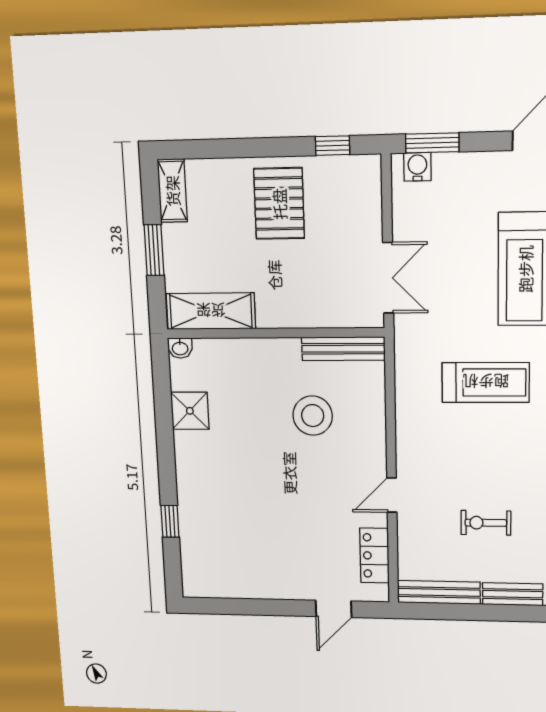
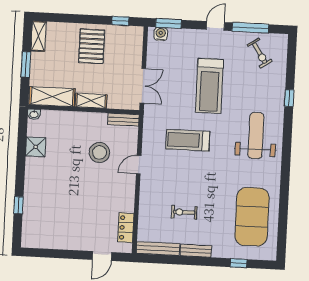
shelving: (288, 315) -> (91, 101), added
bench: (343, 349) -> (123, 120), width x0.73
treadmill: (486, 382) -> (188, 140), turned 180
door: (392, 495) -> (139, 165), moved

